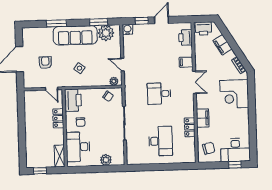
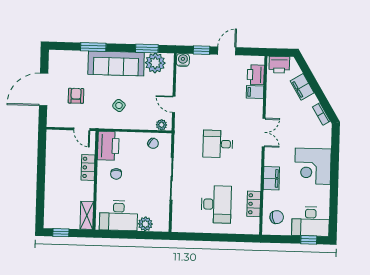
filing cabinet: (186, 62) -> (255, 92), moved
corner desk: (234, 94) -> (313, 166), moved
locker: (190, 127) -> (254, 204), moved
desk: (78, 147) -> (119, 216), moved, turned -90

